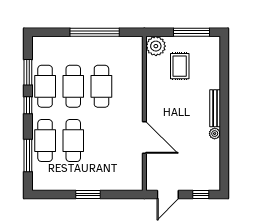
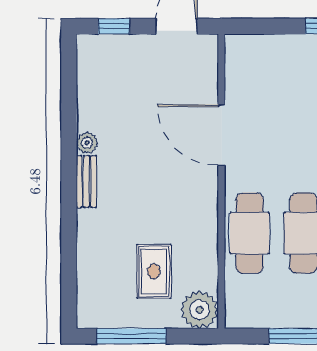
cafe table: (130, 86) -> (250, 233), added
bench: (215, 108) -> (86, 182), width x0.73

